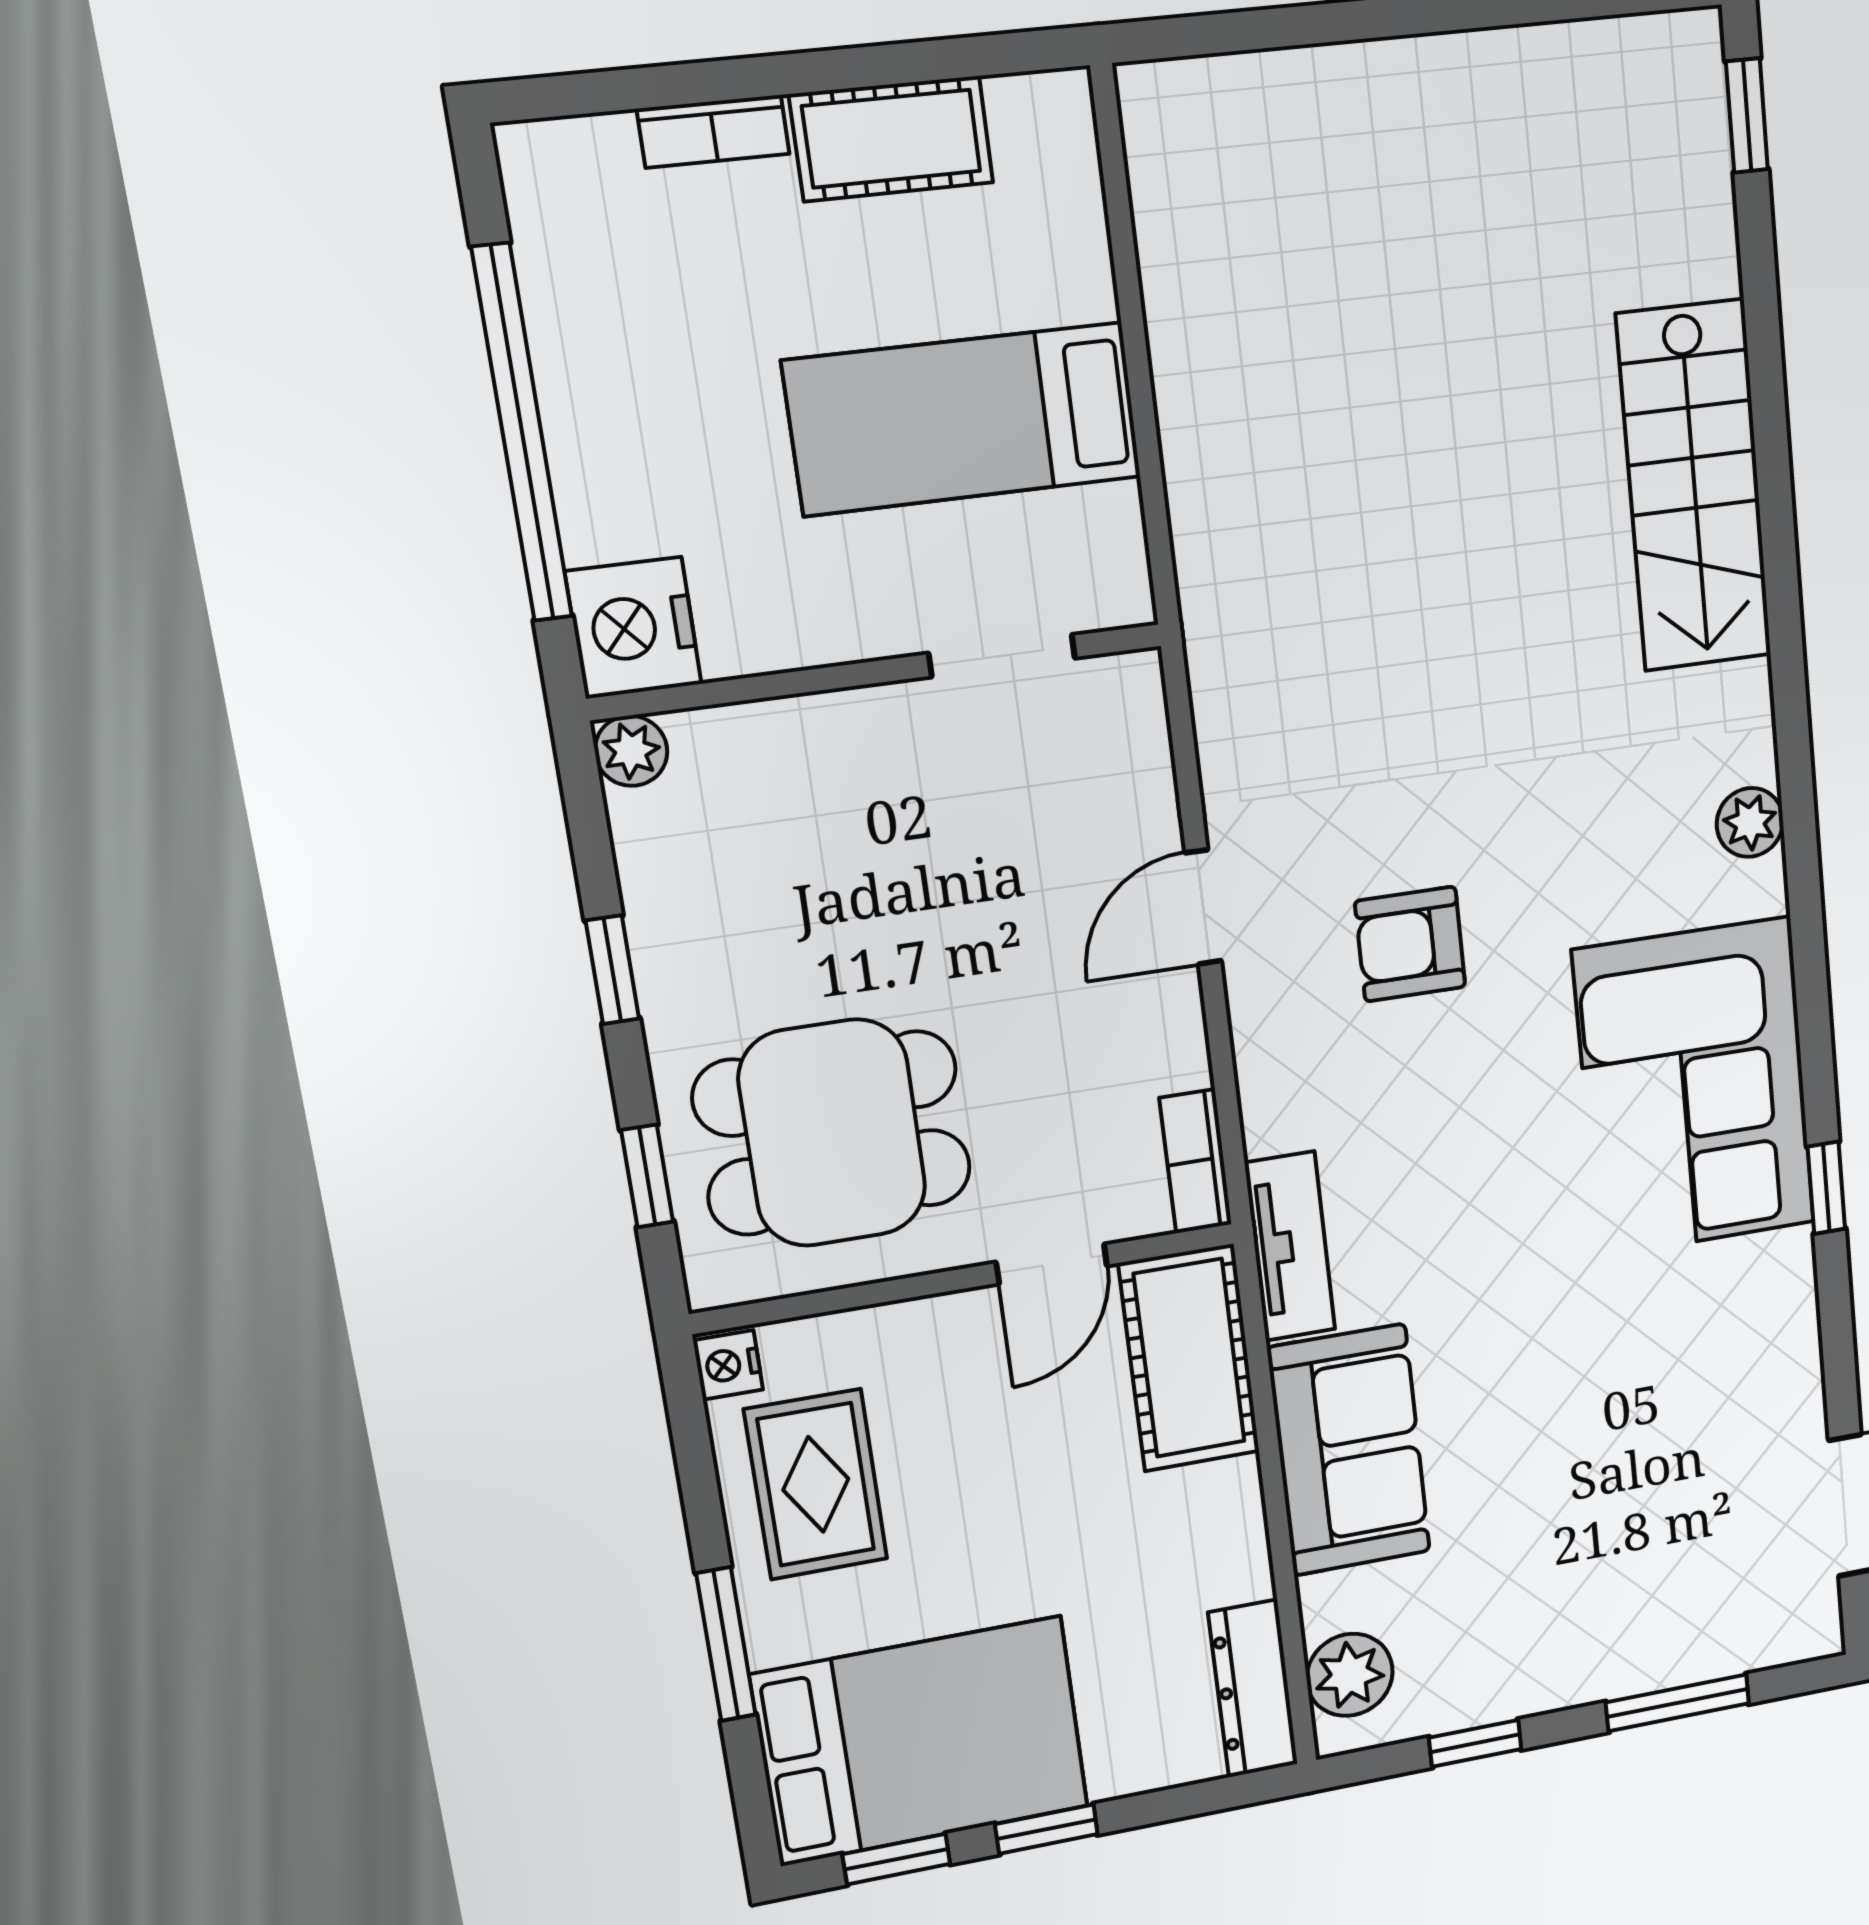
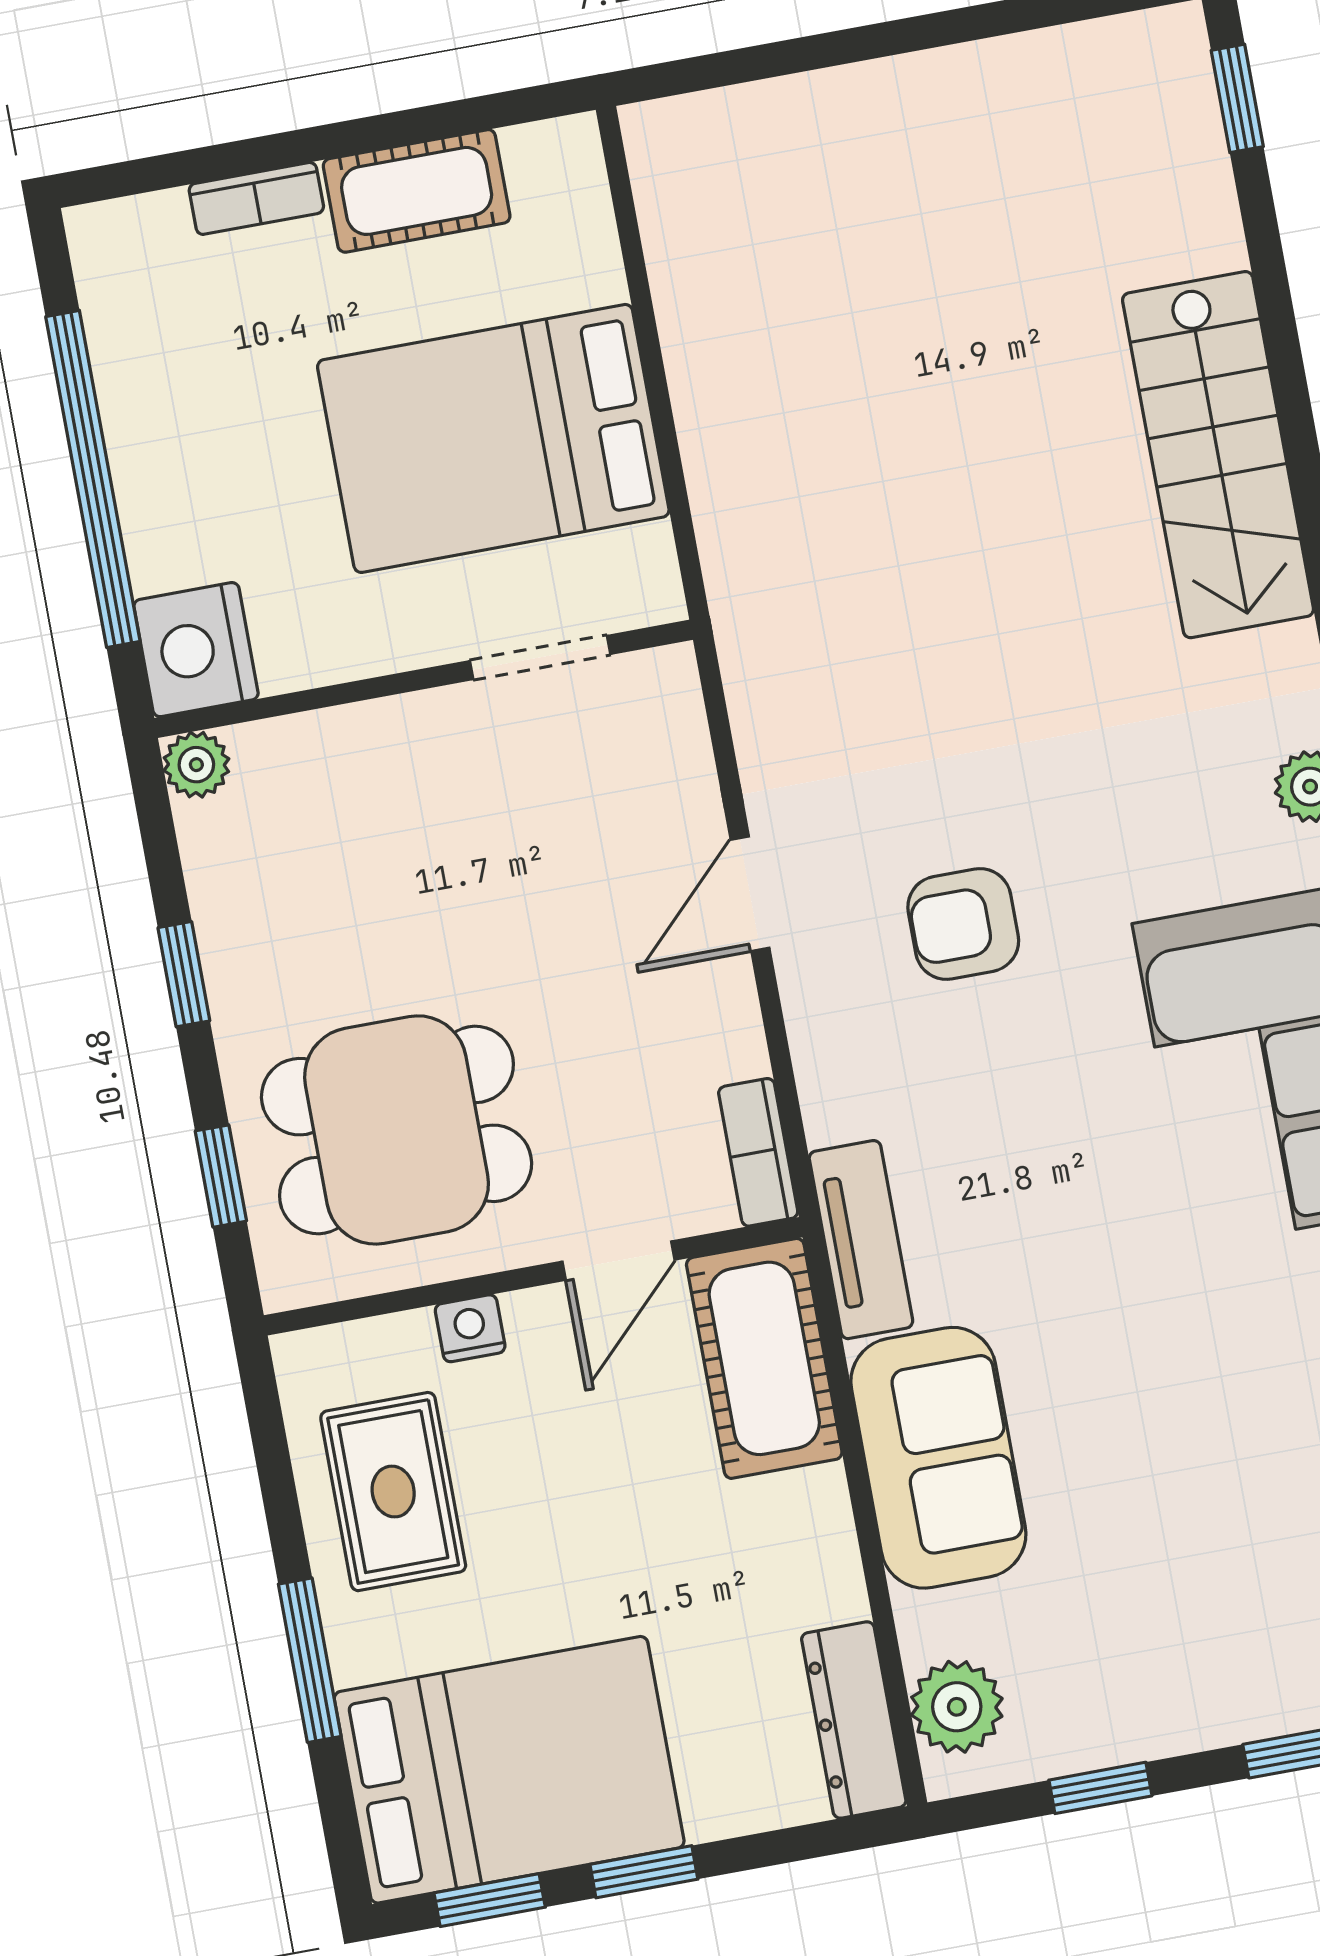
bed: (963, 419) -> (493, 438), width x1.50
nightstand: (728, 1365) -> (470, 1328), moved, turned 90

